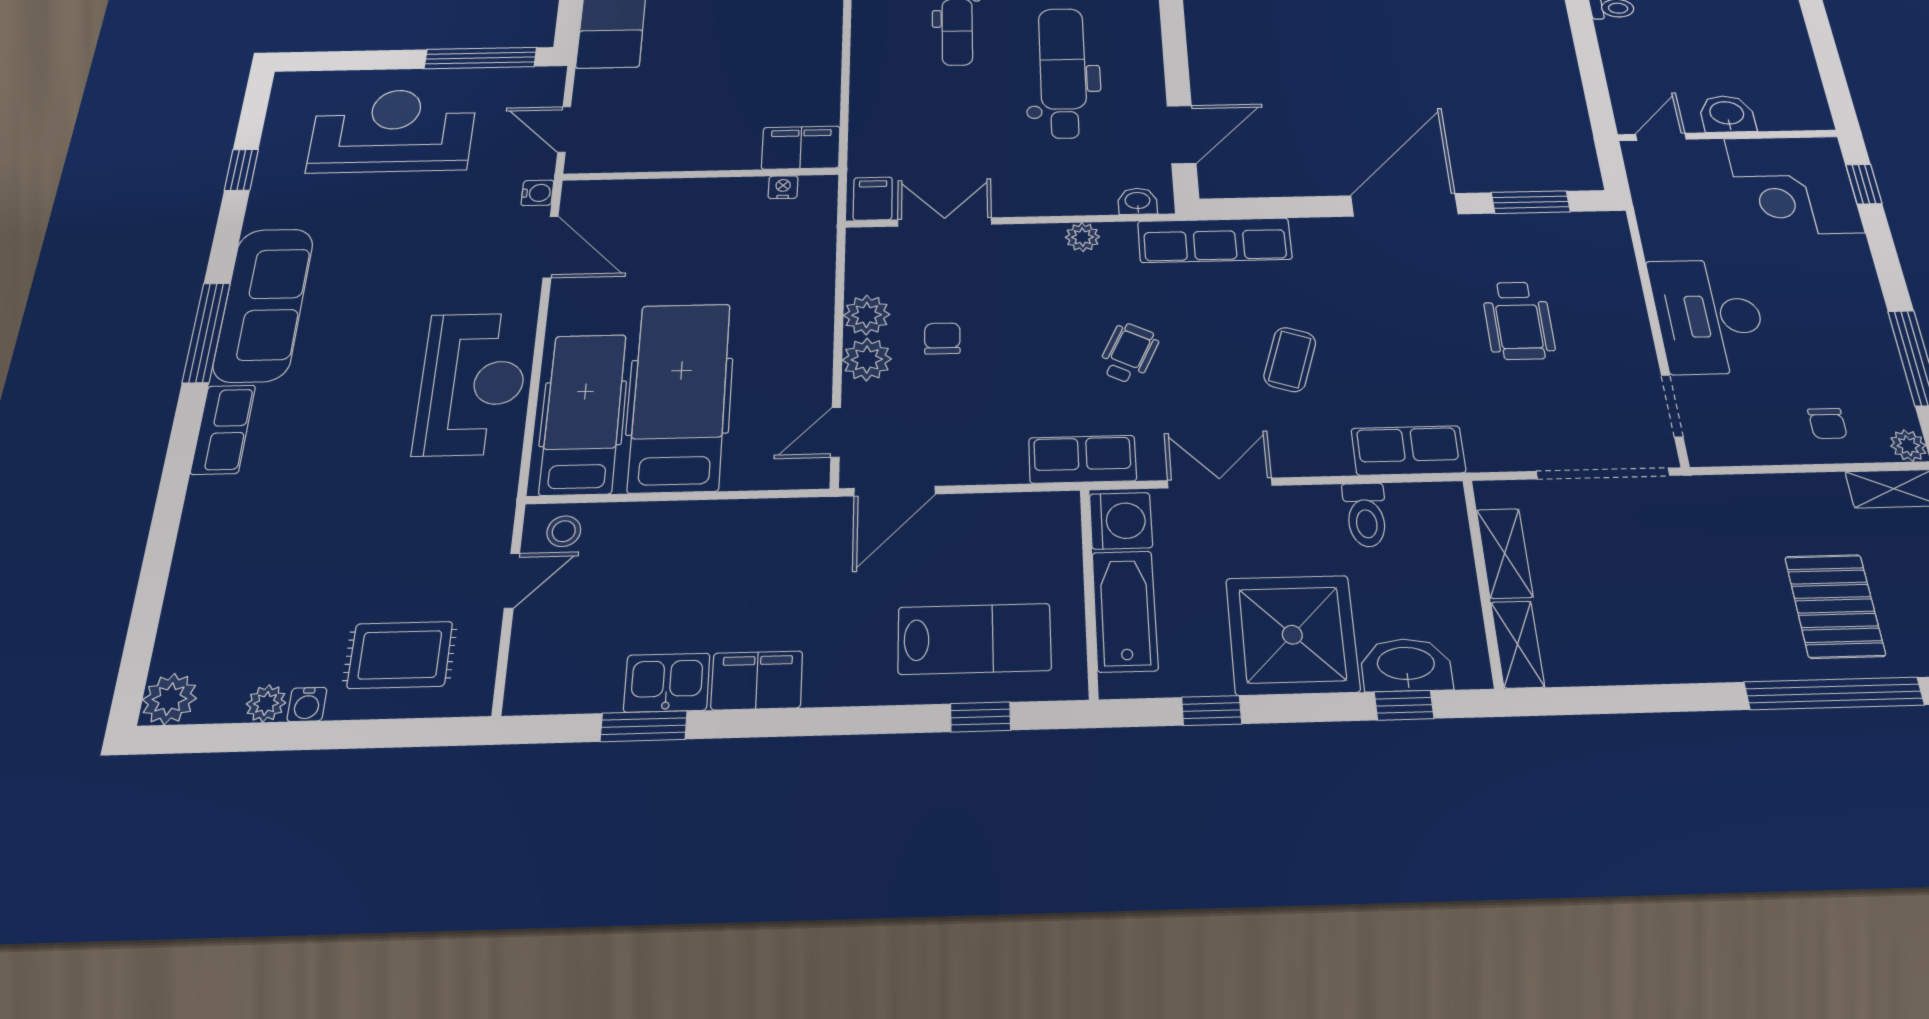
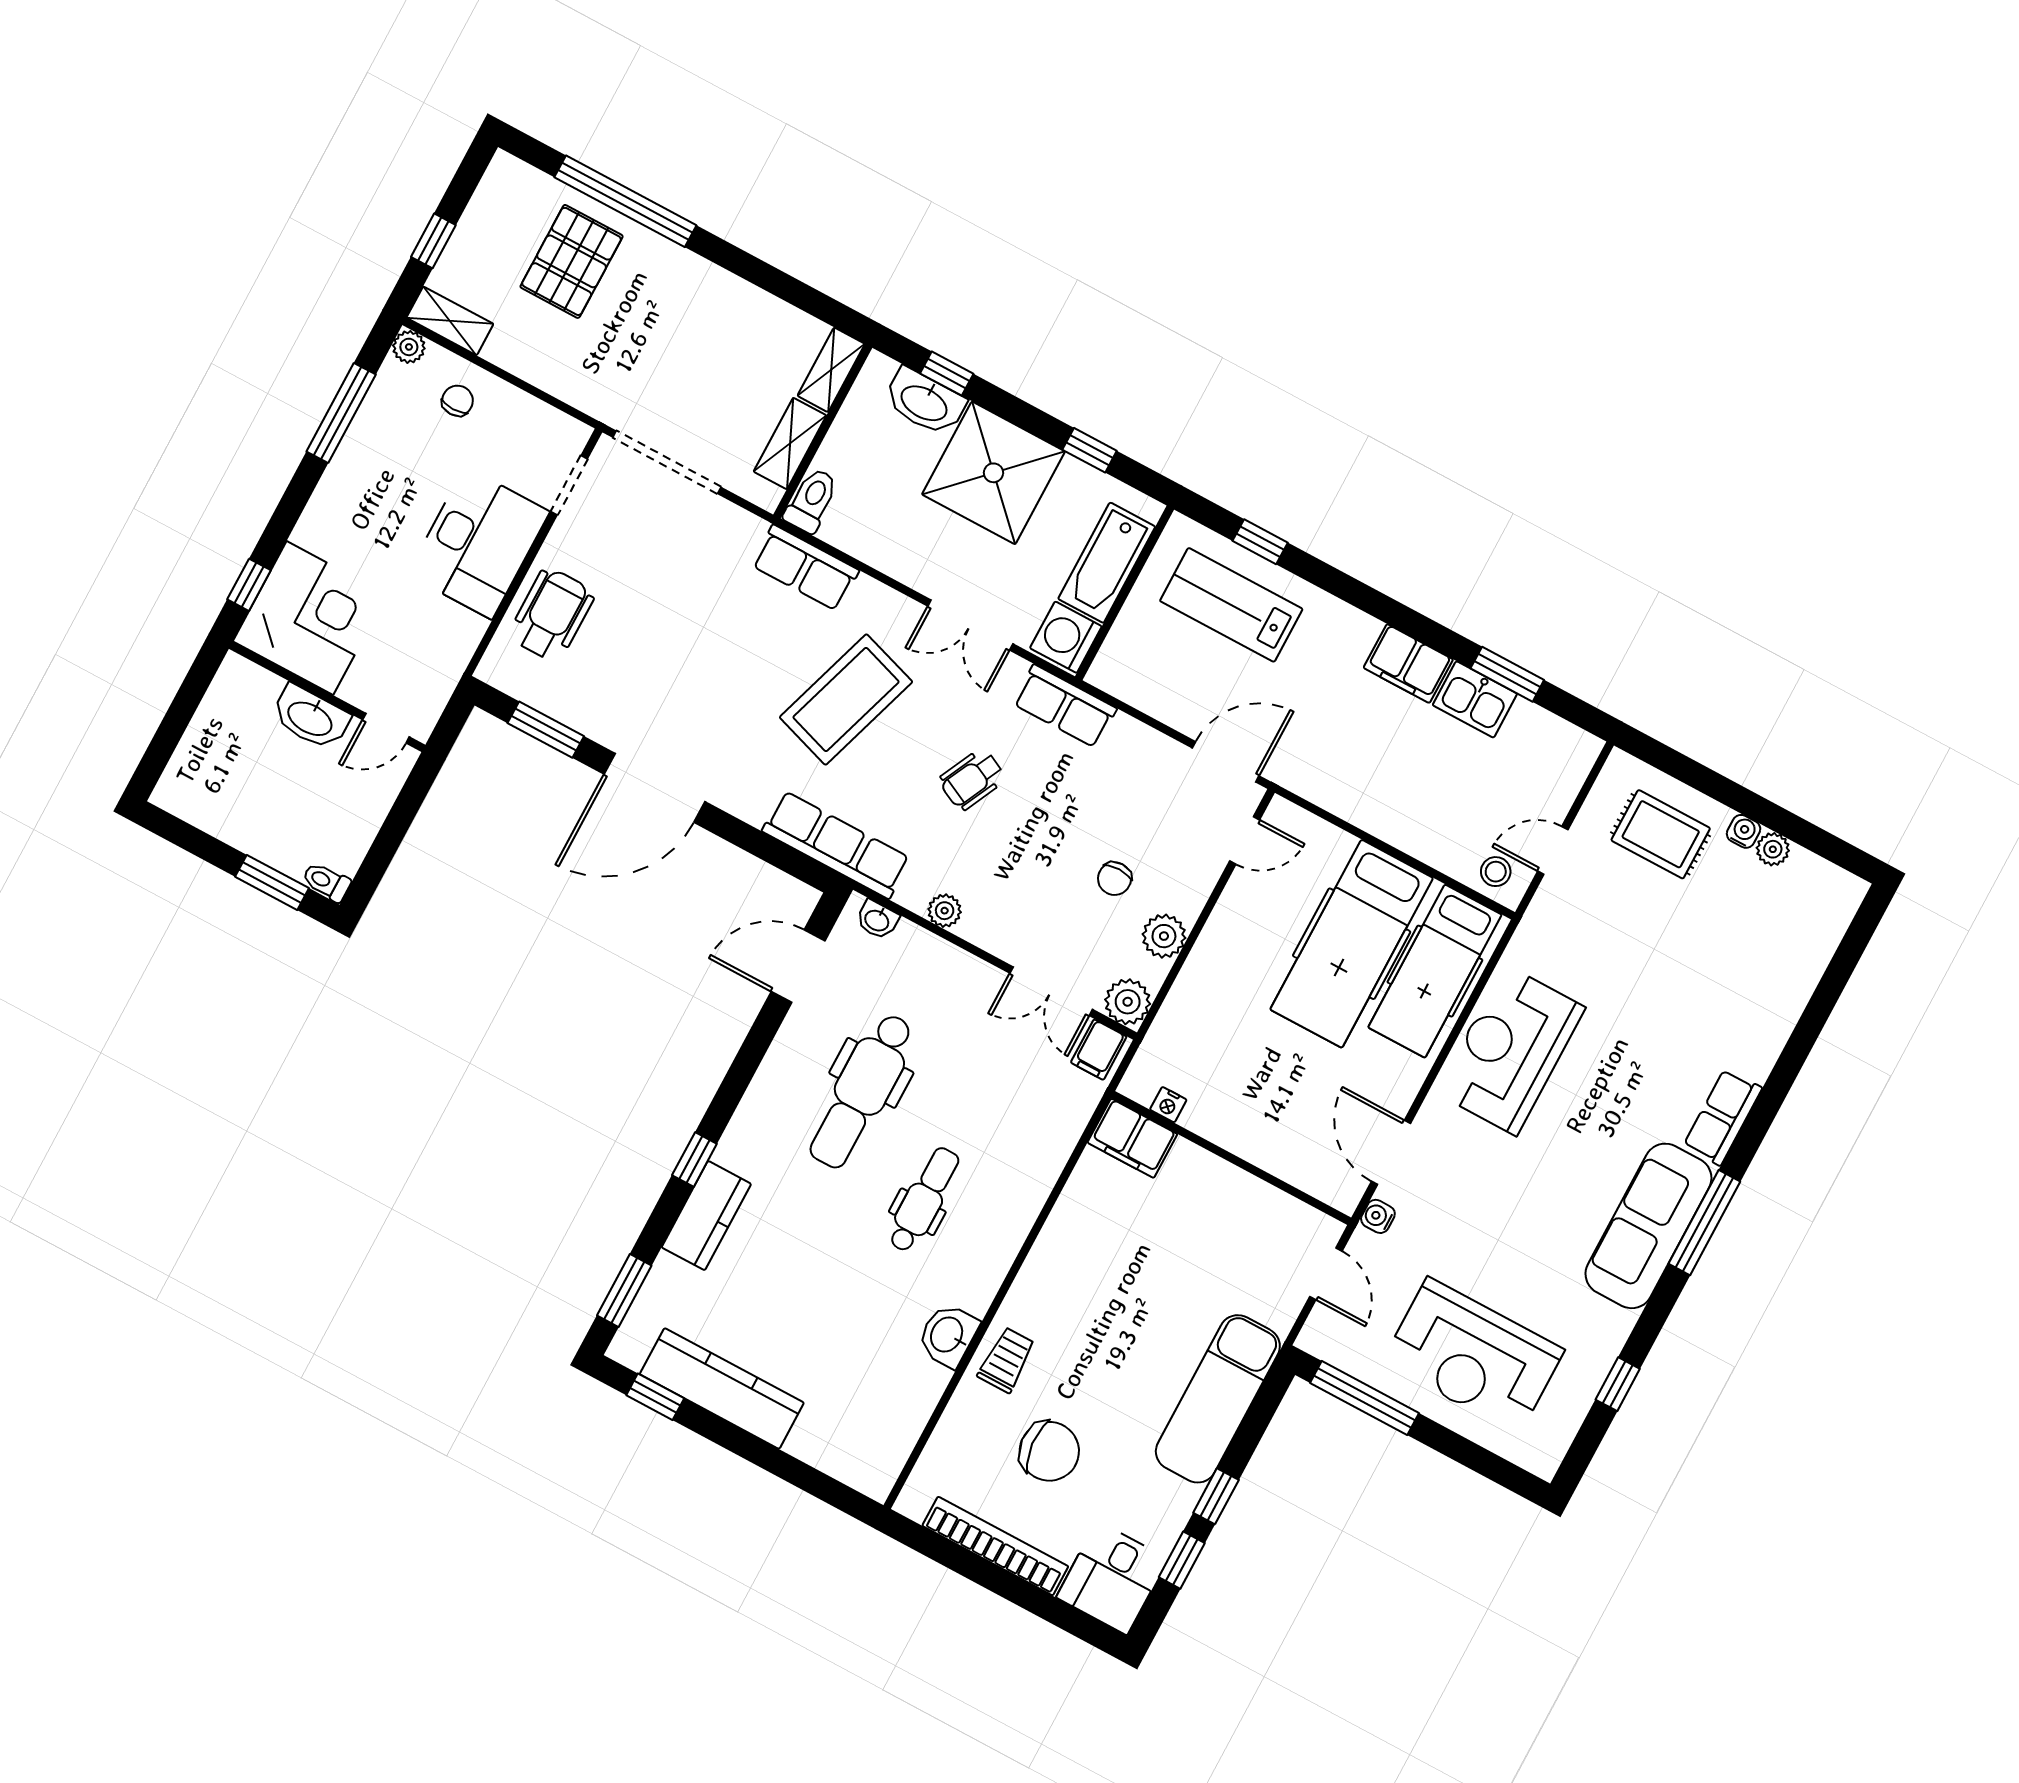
washbasin: (1727, 114) -> (311, 718), width x1.38
wheelchair: (1518, 320) -> (552, 615), moved
coffee table: (1290, 359) -> (846, 700), width x1.86, depth x1.72
plant: (867, 360) -> (1128, 1002), moved
toilet: (1366, 515) -> (811, 500), moved
plant: (169, 699) -> (1841, 893), removed

